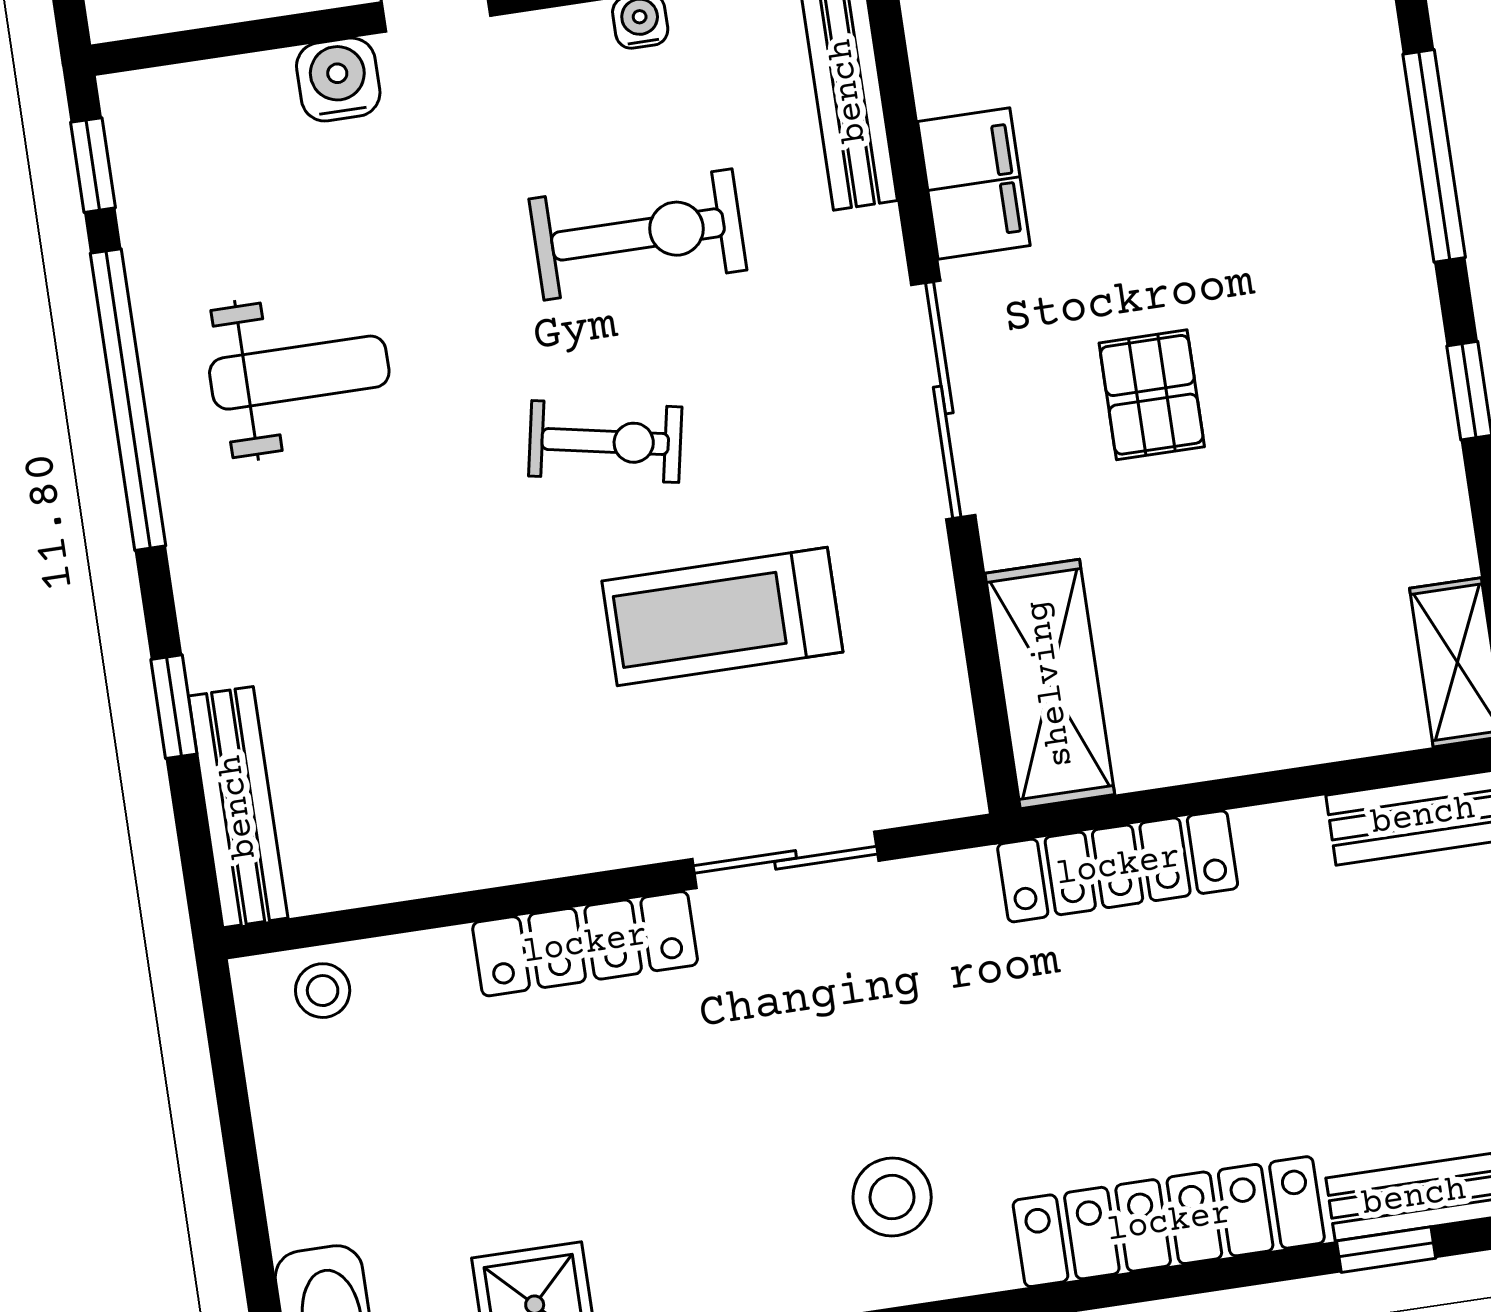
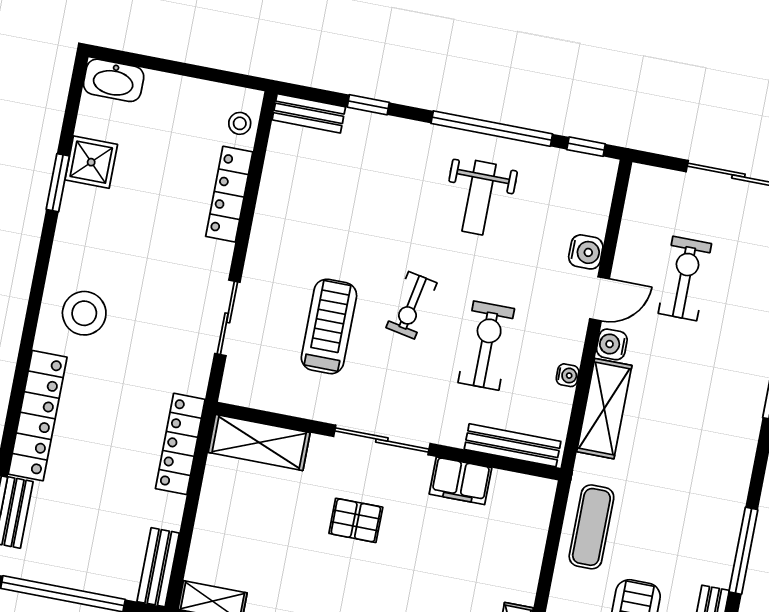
exercise bike: (638, 234) -> (486, 346), turned 180
bench: (238, 807) -> (309, 113), width x0.73
locker: (585, 944) -> (229, 194), moved
stool: (892, 1197) -> (84, 313), width x1.38, depth x1.38

